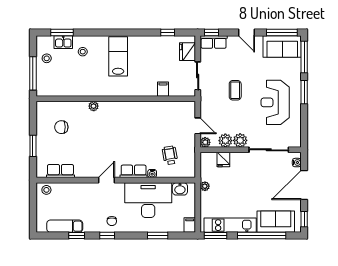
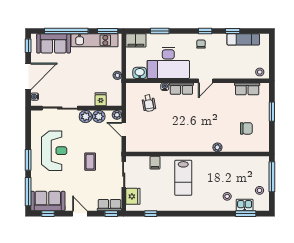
window: (282, 32) -> (48, 214), width x0.46
lab bench: (118, 56) -> (183, 178), moved
filing cabinet: (190, 225) -> (136, 40), width x2.00

